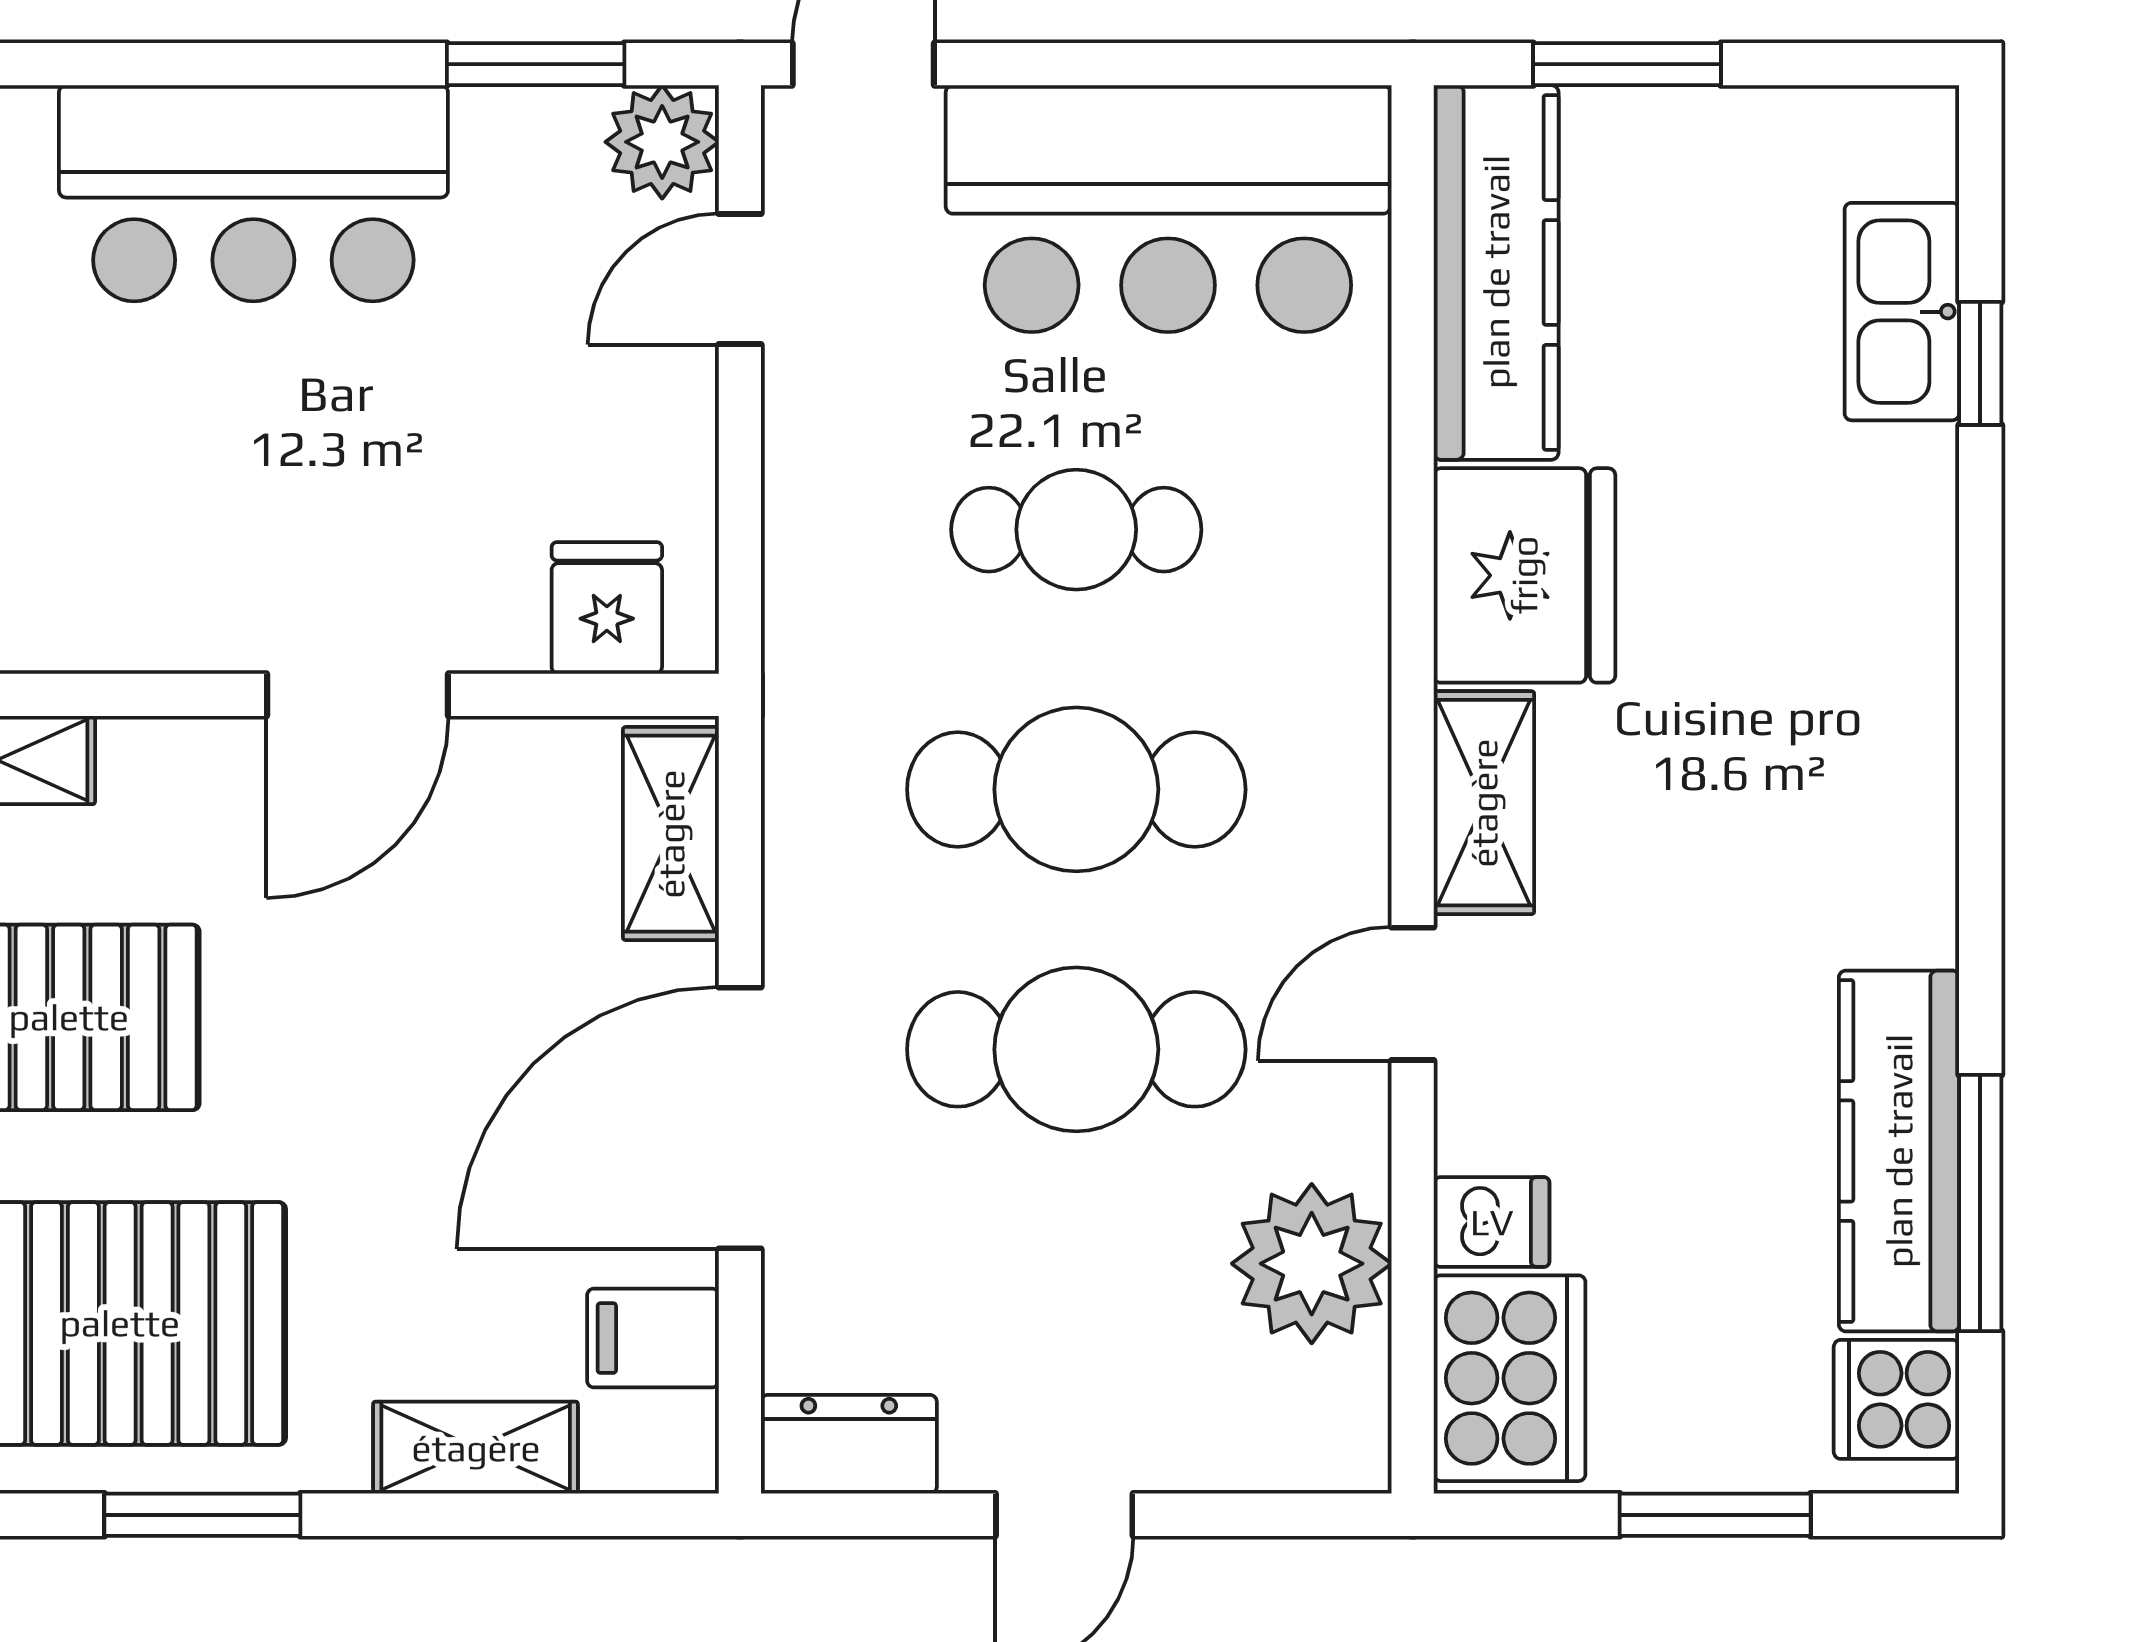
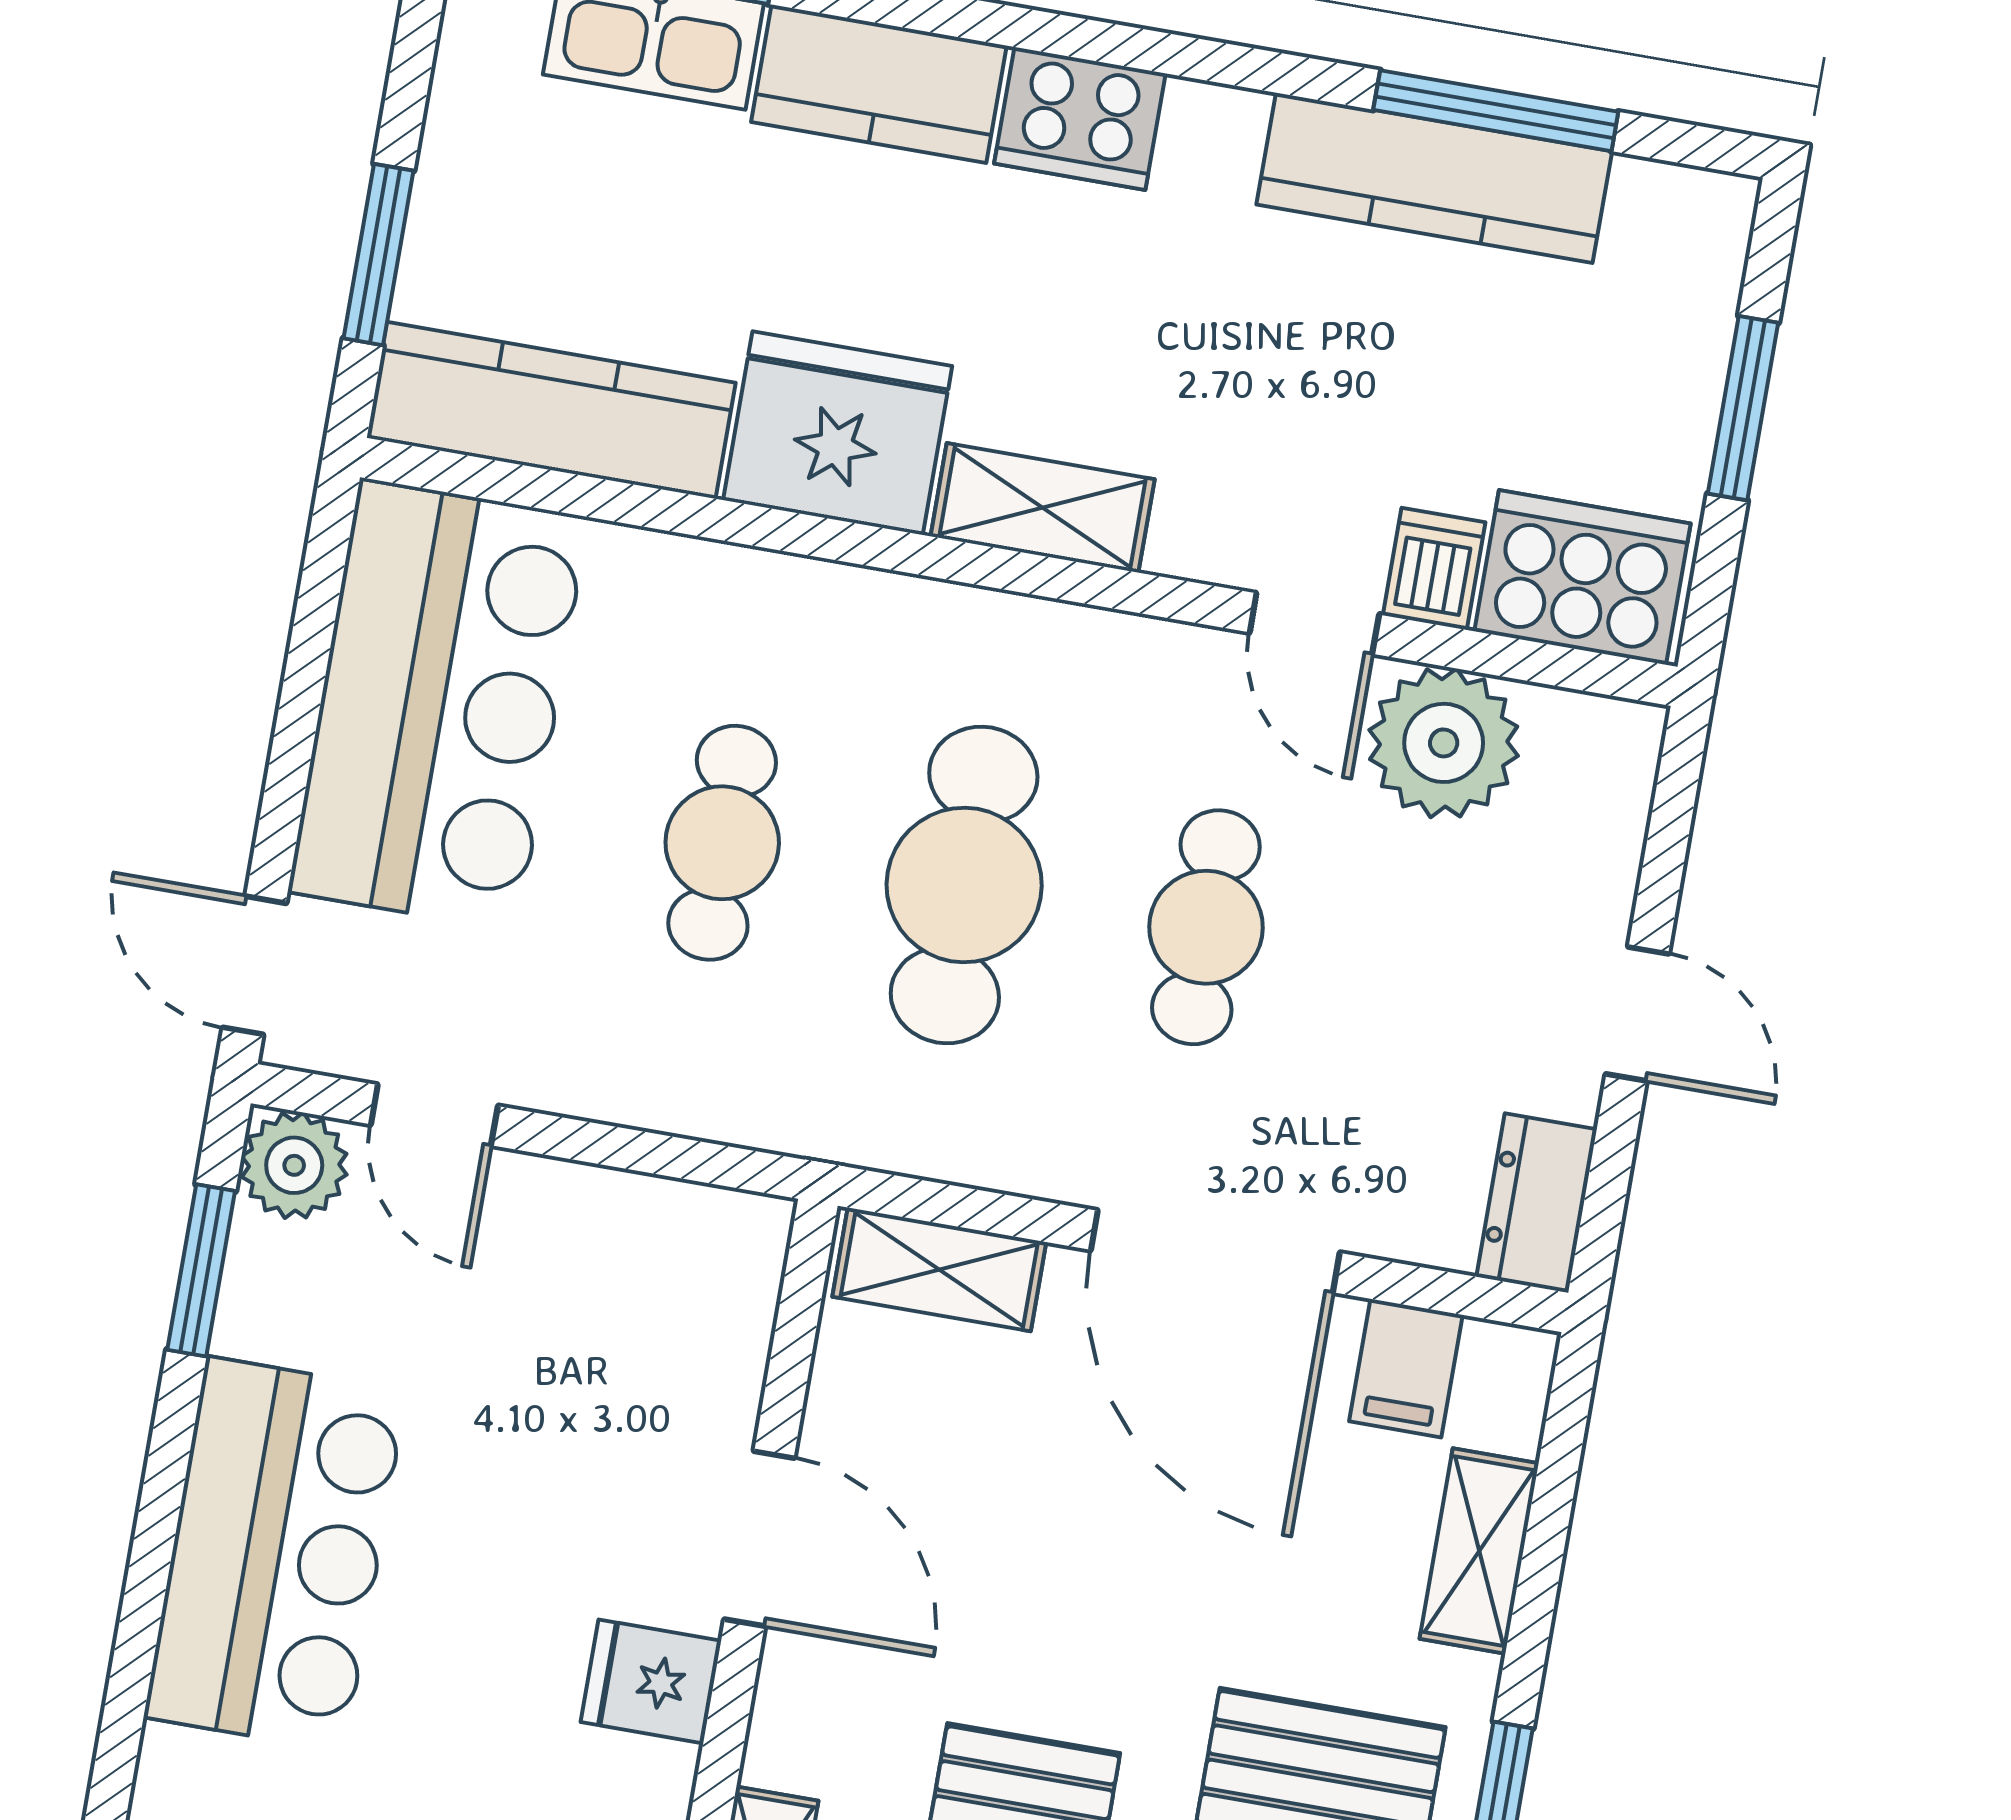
kitchen counter: (1896, 555) -> (879, 84), added
fridge: (607, 608) -> (651, 1681), moved
door: (1413, 994) -> (1314, 624), moved
cafe table: (1076, 1049) -> (1206, 927), width x0.73, depth x0.74
cooker: (1896, 1399) -> (1080, 119), moved, width x1.36

